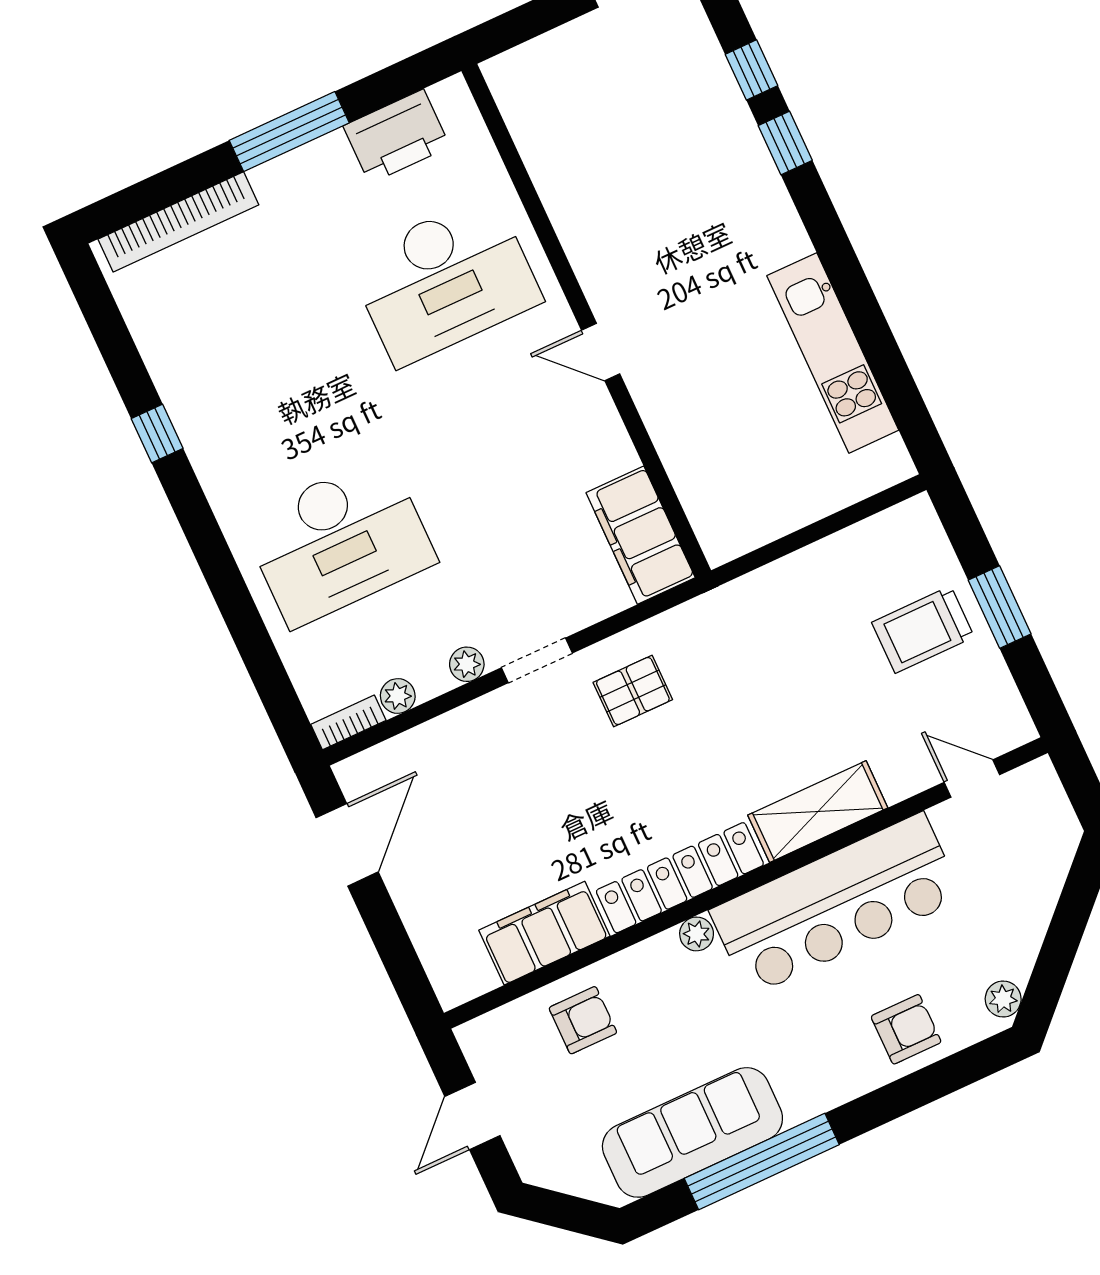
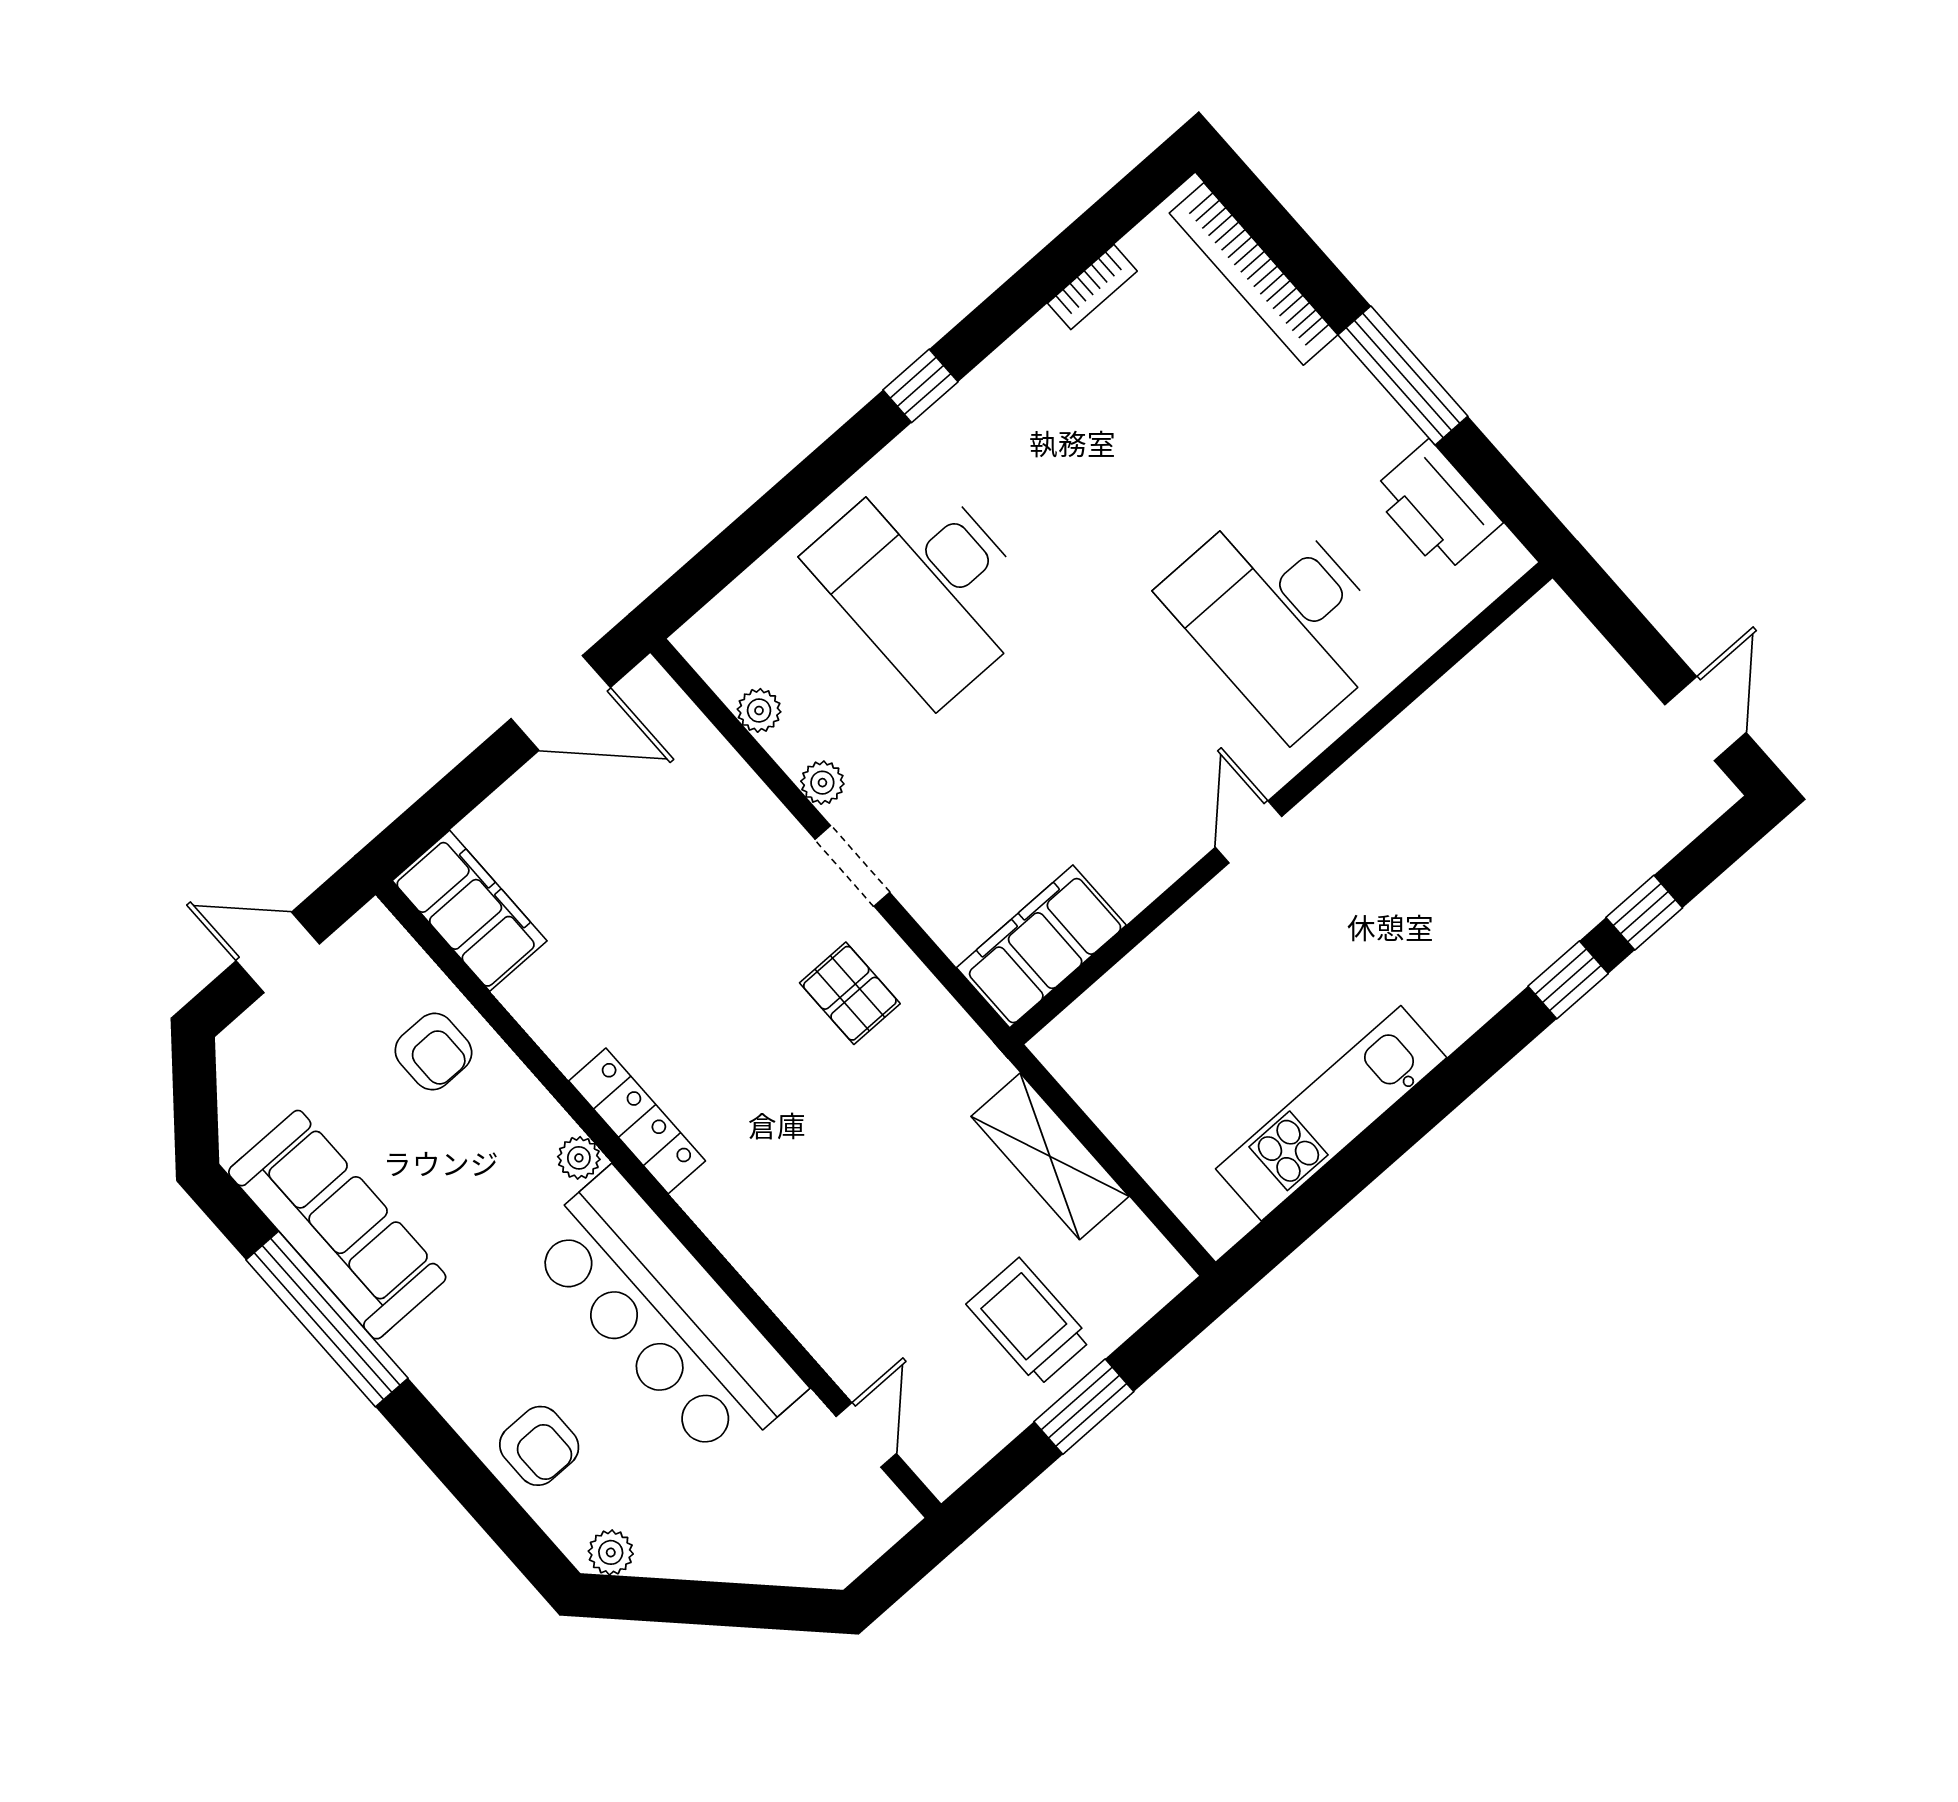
window: (157, 434) -> (920, 386), moved
bookcase: (348, 722) -> (1092, 287), moved, turned 90
shelving: (818, 812) -> (1050, 1156), moved
locker: (680, 878) -> (637, 1121), width x0.71, depth x0.83
filing cabinet: (544, 933) -> (470, 911), moved

